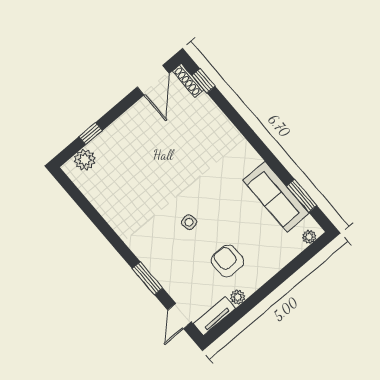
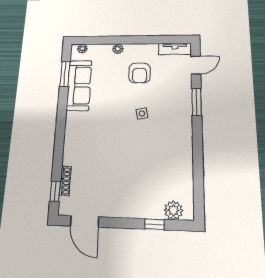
door: (153, 80) -> (84, 221), swing flipped
shoe rack: (188, 80) -> (65, 181), moved
plant: (238, 297) -> (118, 49), moved

